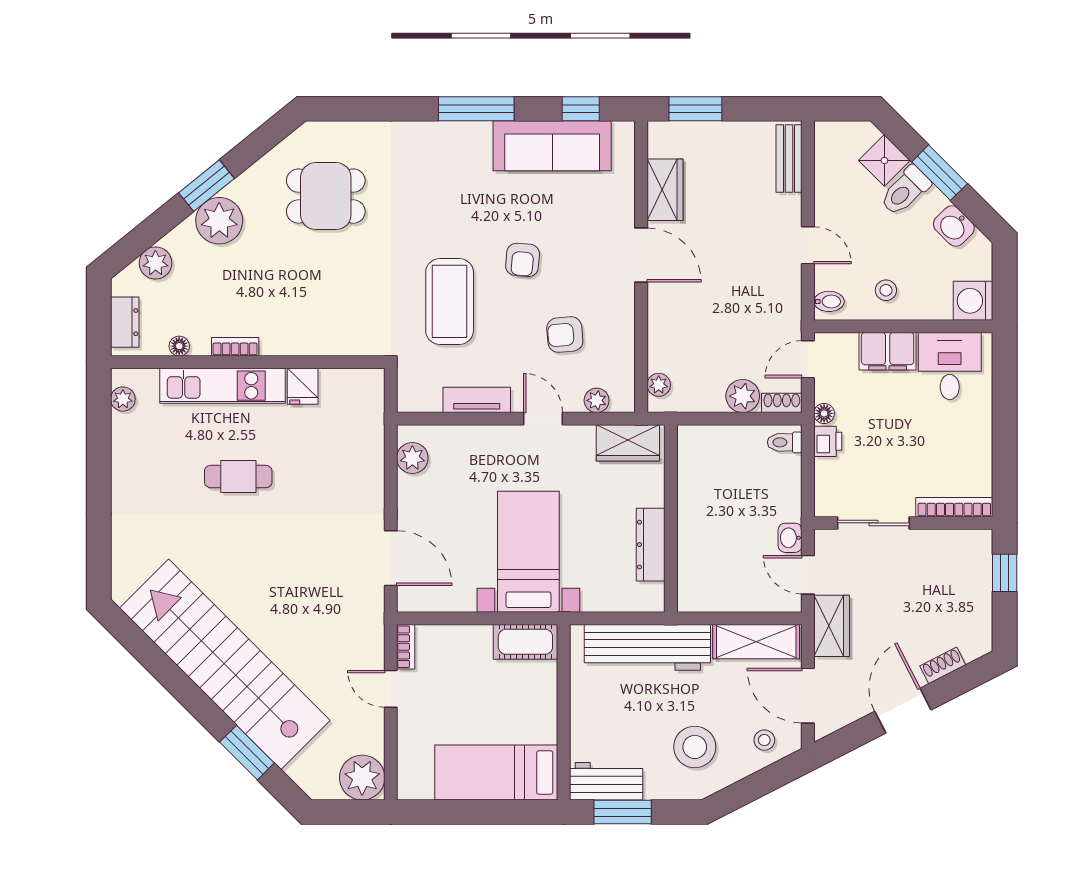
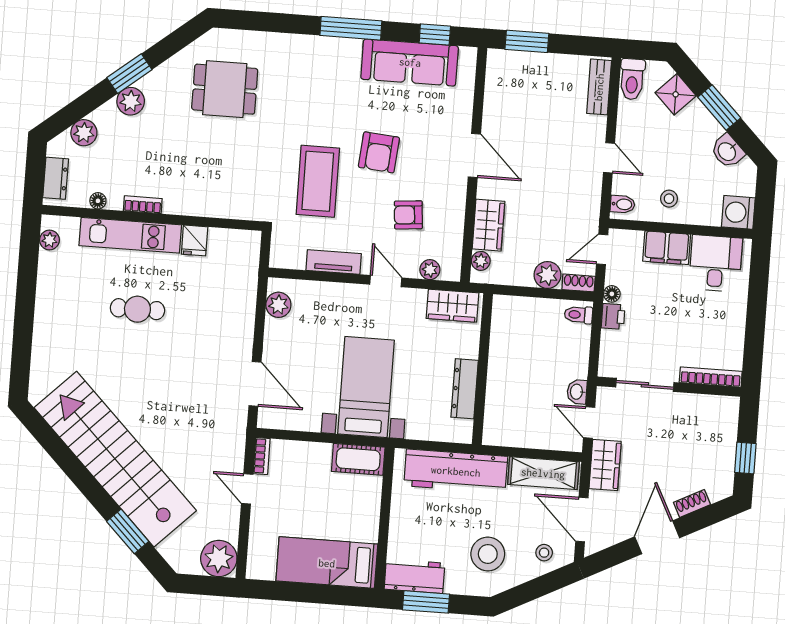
wardrobe: (665, 190) -> (488, 225), moved
toilet: (905, 191) -> (632, 79), moved, turned -45
plant: (219, 221) -> (131, 101), width x0.73, depth x0.73
armchair: (523, 260) -> (379, 152), width x1.38, depth x1.38
window: (1005, 573) -> (745, 458), moved

